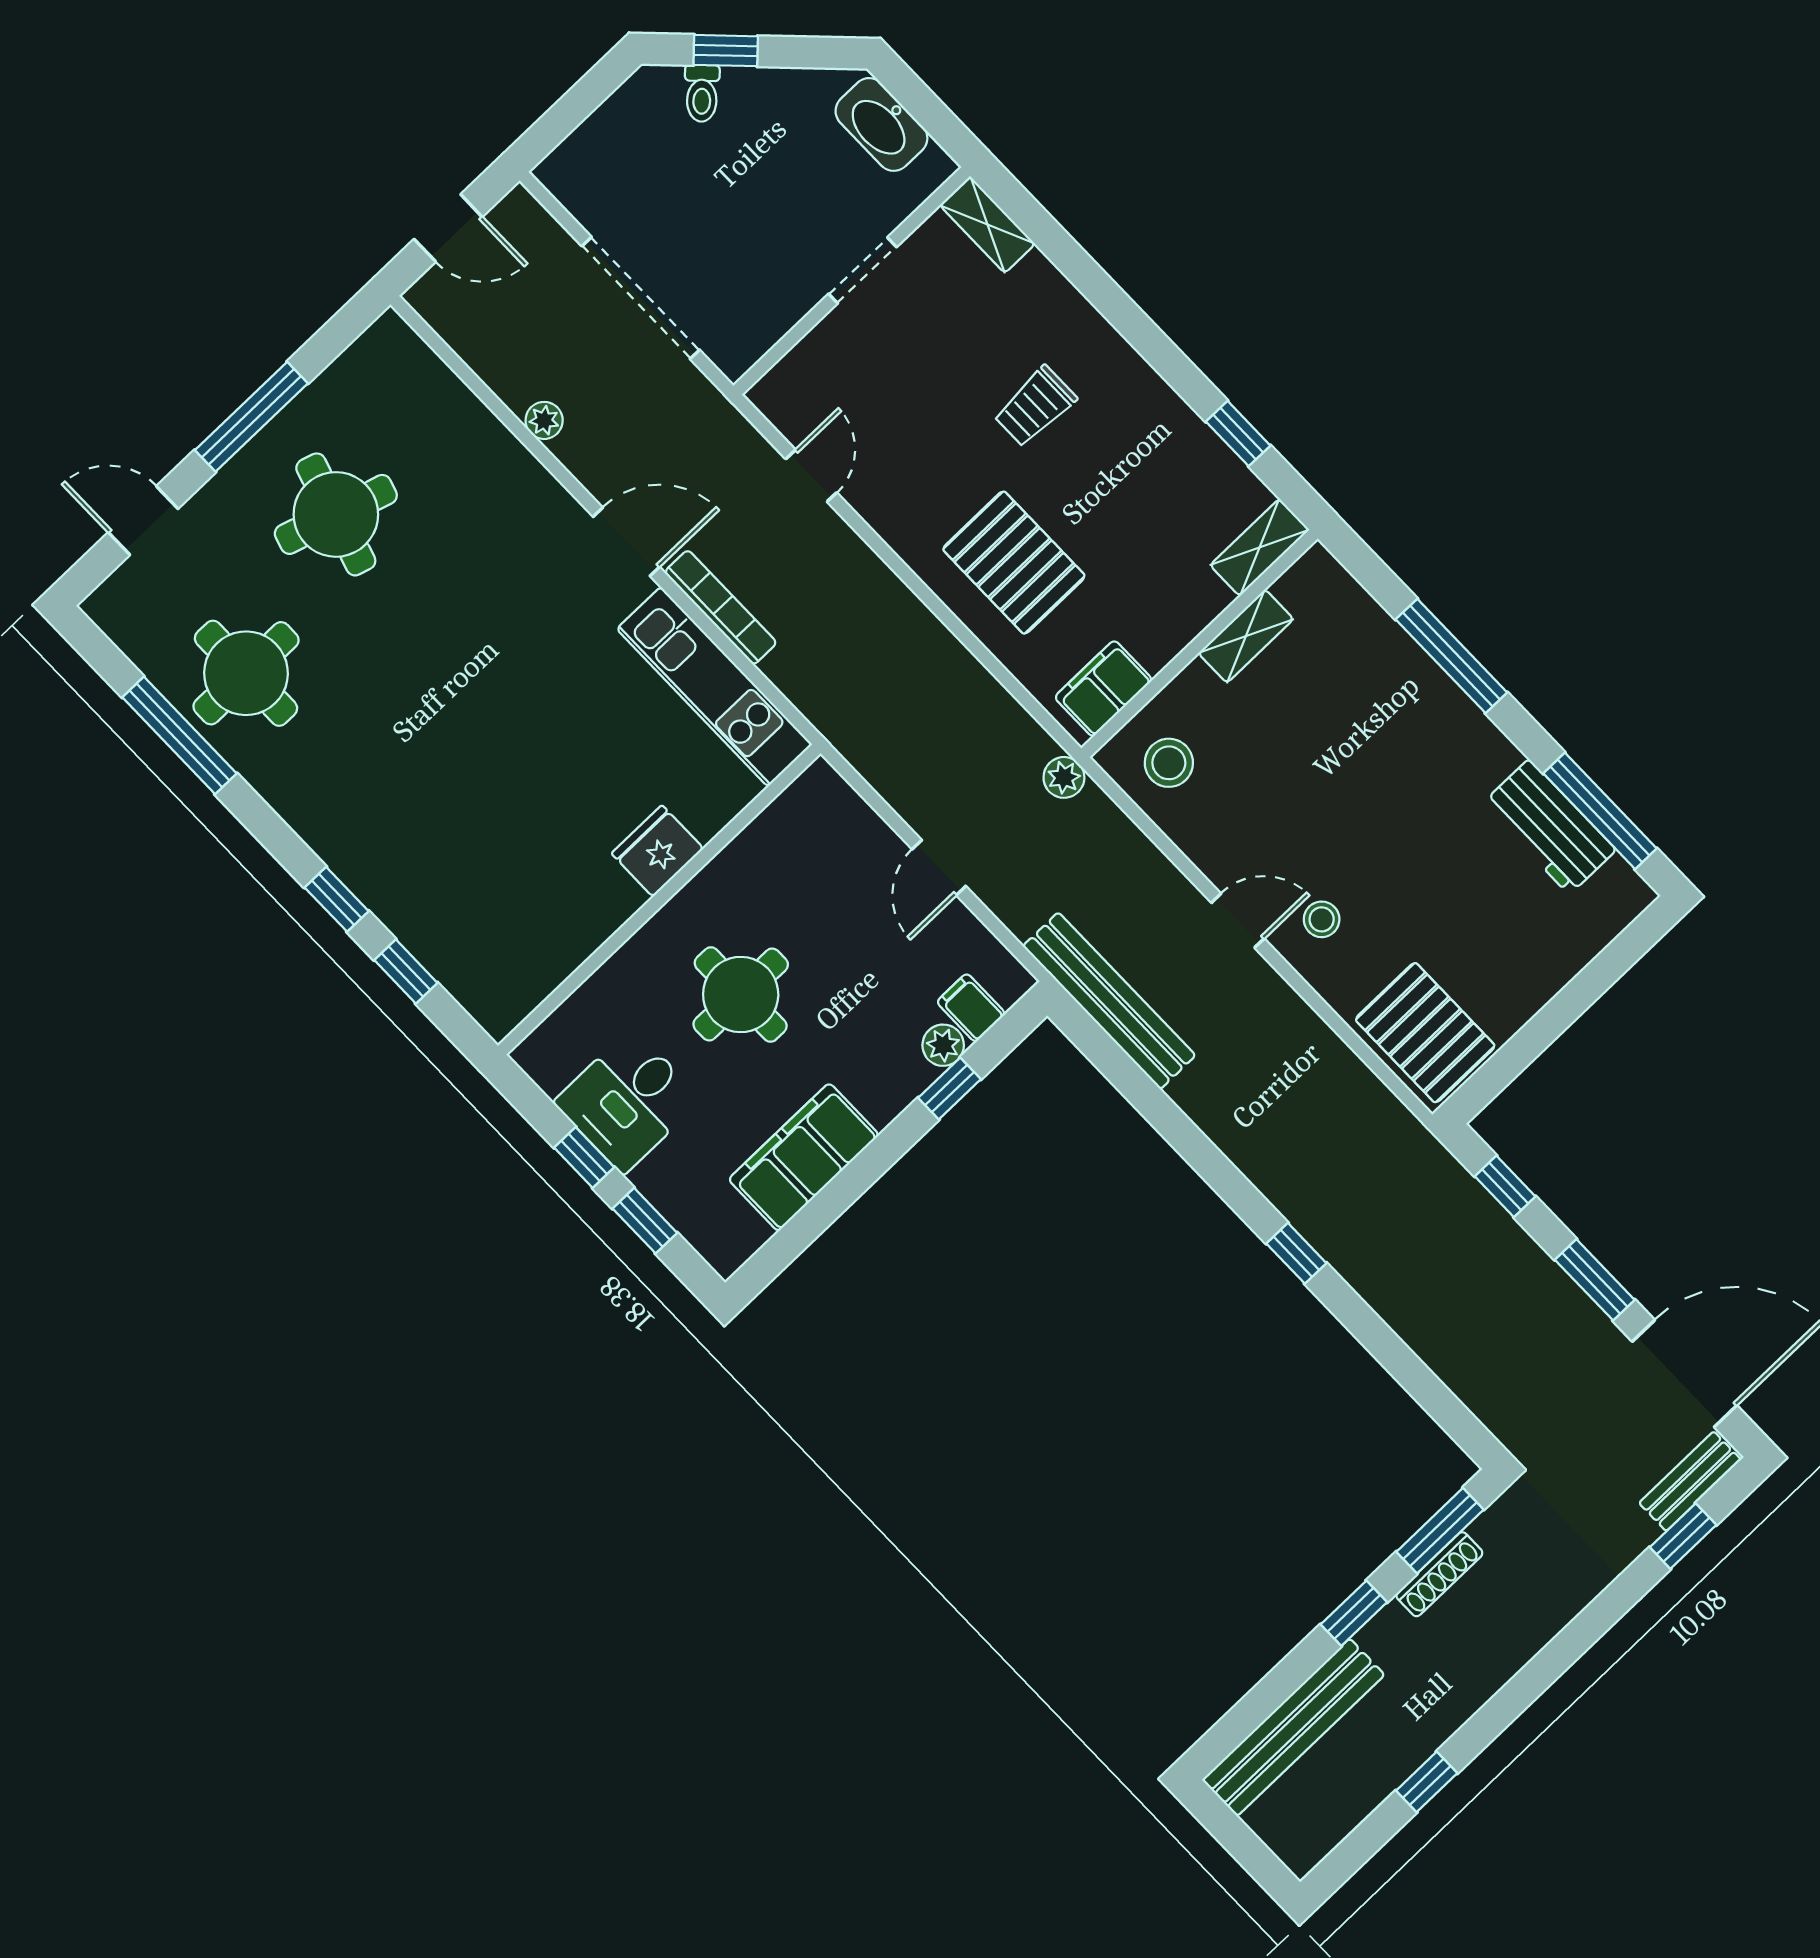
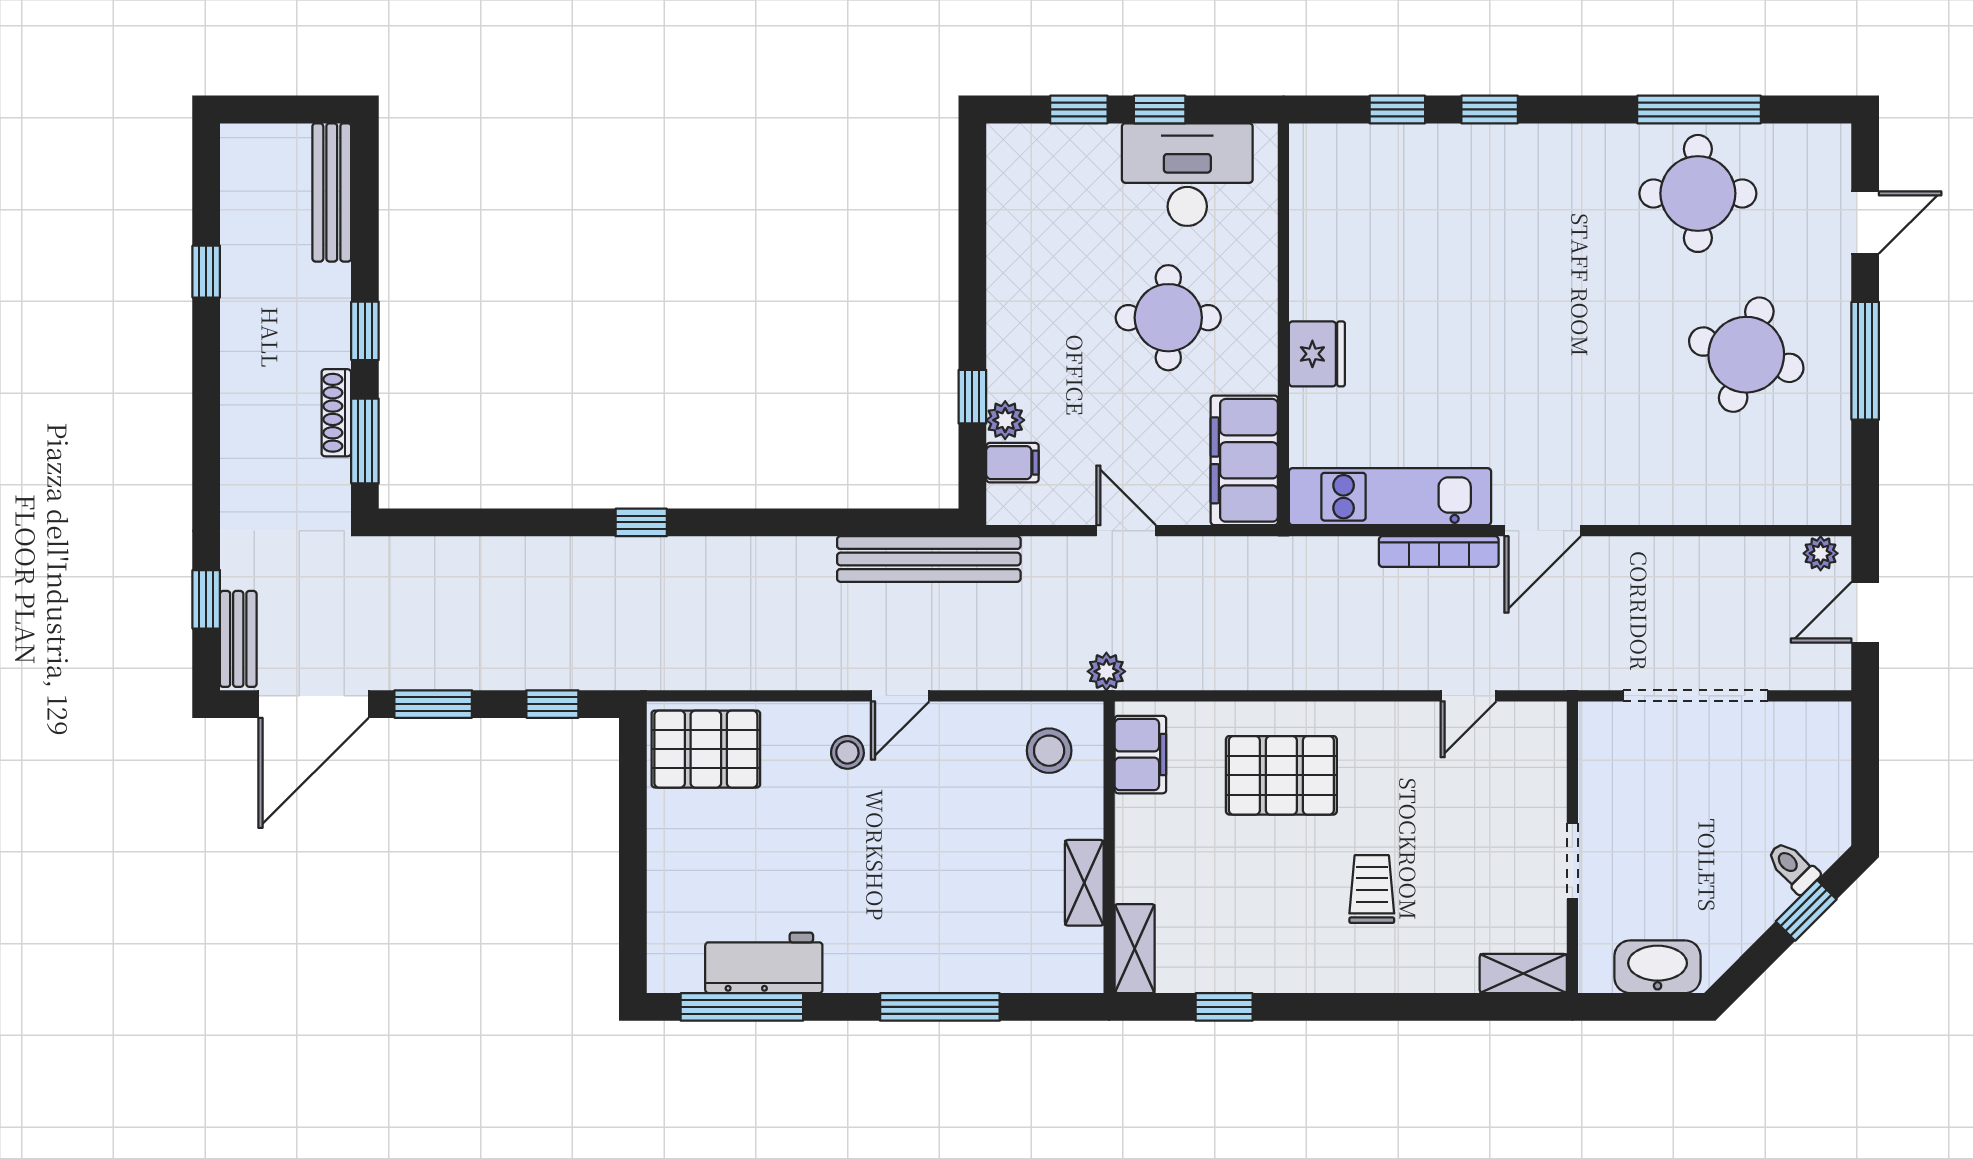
plant: (544, 420) -> (1821, 553), moved
door: (811, 476) -> (1469, 696), hinge flipped
desk: (628, 1101) -> (1187, 175), width x1.37
filing cabinet: (804, 1157) -> (1244, 460), moved, turned 180
bench: (1293, 1727) -> (332, 192), width x0.73, depth x0.82

